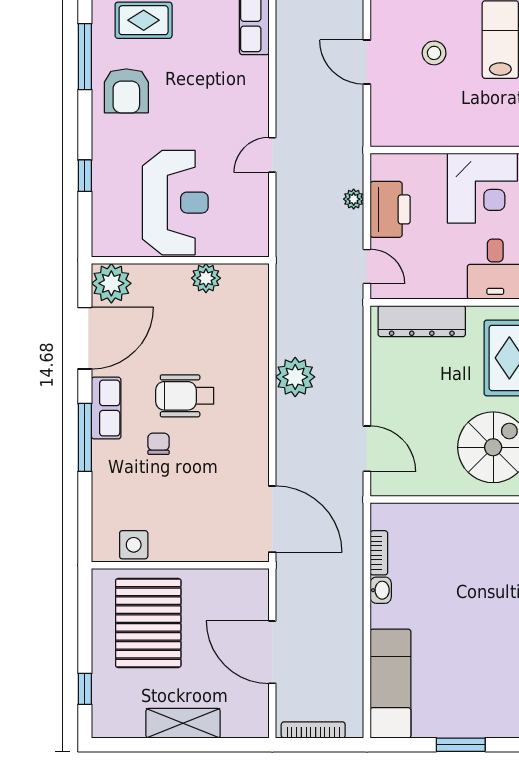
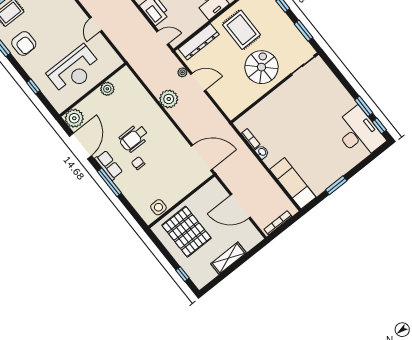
plant: (354, 199) -> (182, 72), moved
reception desk: (175, 203) -> (74, 70), turned 90
door: (367, 449) -> (198, 82), moved

